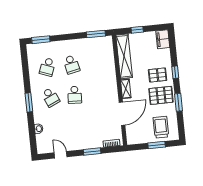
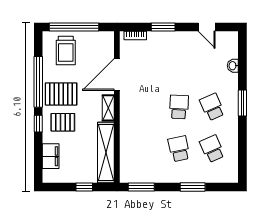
filing cabinet: (163, 39) -> (51, 156), moved
window: (41, 40) -> (193, 187), moved
school desk: (47, 67) -> (212, 149), turned -45
window: (178, 102) -> (38, 82), width x2.11
window: (157, 145) -> (74, 27), width x2.11

